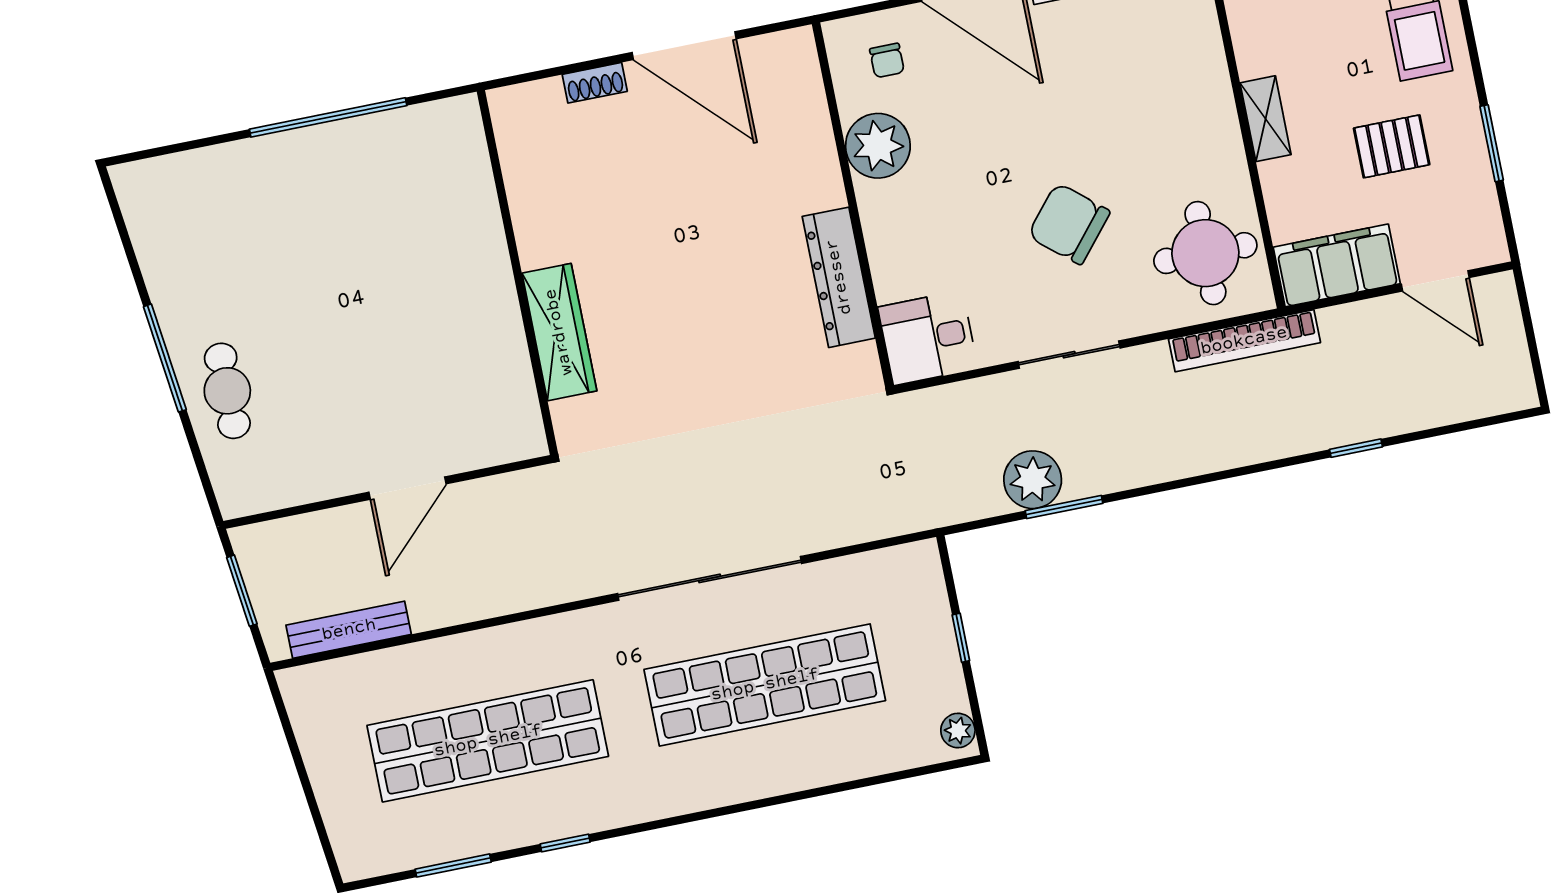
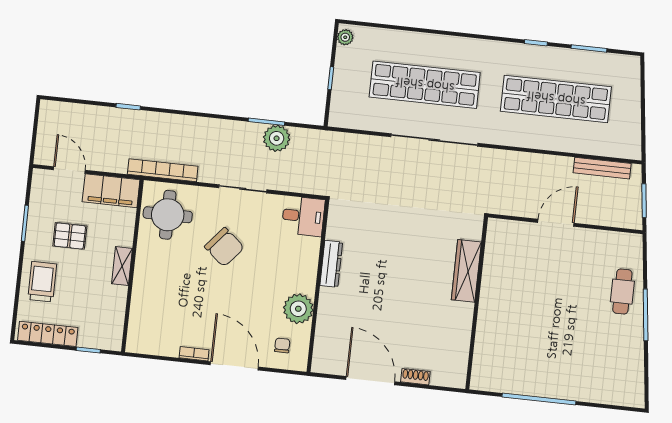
dresser: (839, 277) -> (331, 264), width x0.73, depth x0.80

